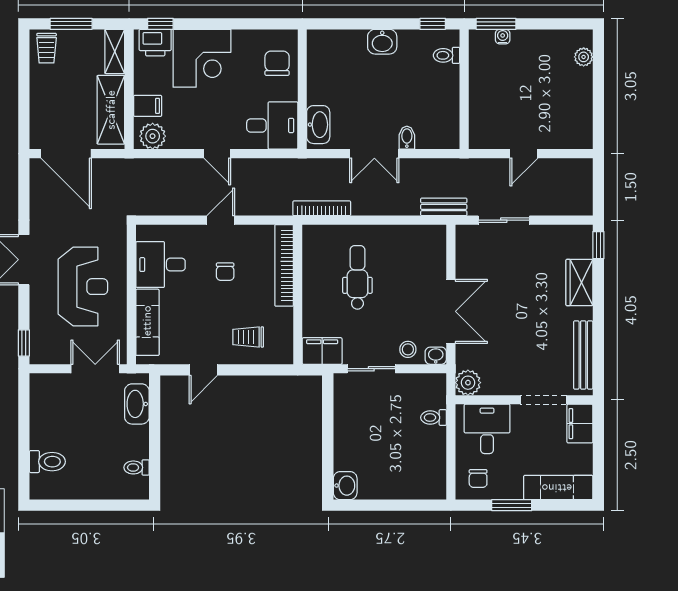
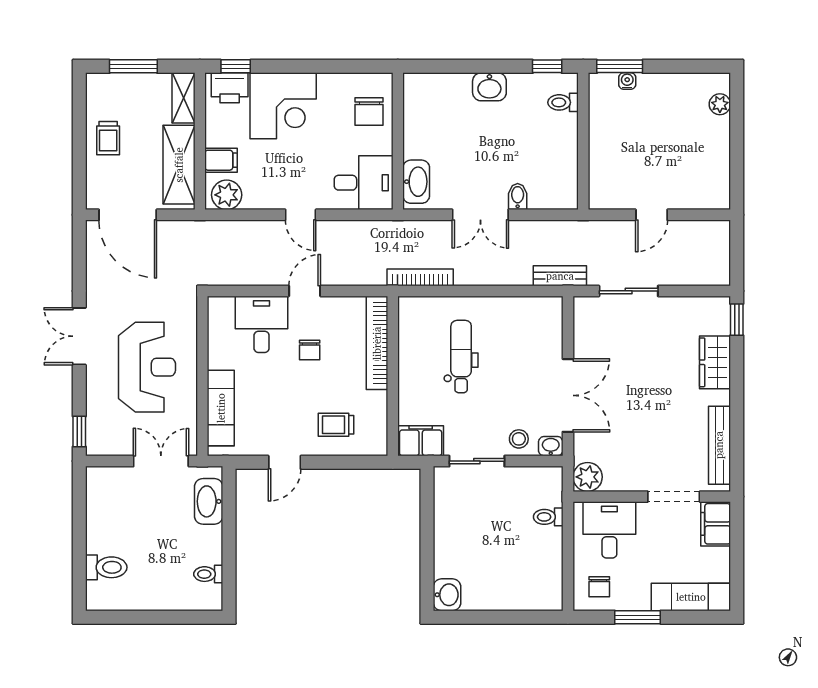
trolley: (47, 48) -> (108, 138), moved
chair: (277, 63) -> (369, 111), turned 180
desk: (161, 265) -> (262, 324), moved, turned 90

